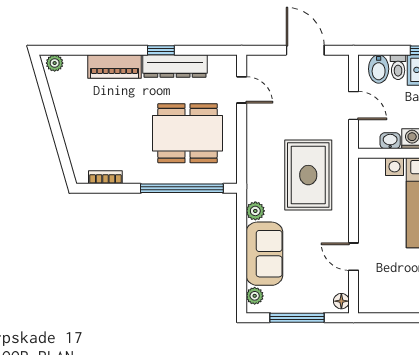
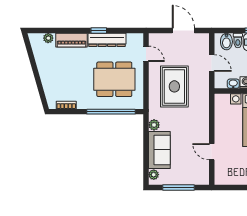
plant: (55, 63) -> (48, 38), moved
rug: (308, 175) -> (174, 86), moved
floor lamp: (341, 301) -> (205, 178), removed

